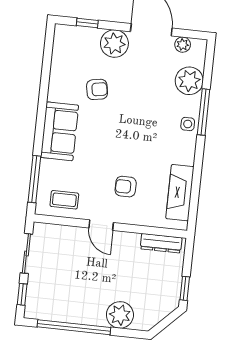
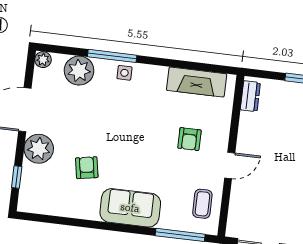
plant: (183, 45) -> (43, 60), moved
dresser: (161, 243) -> (250, 96), width x0.70

